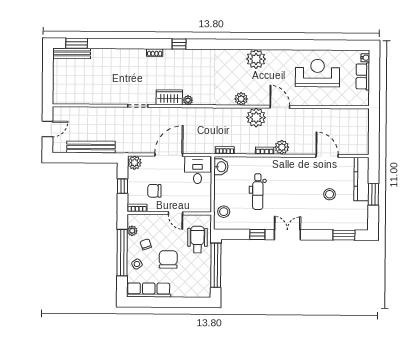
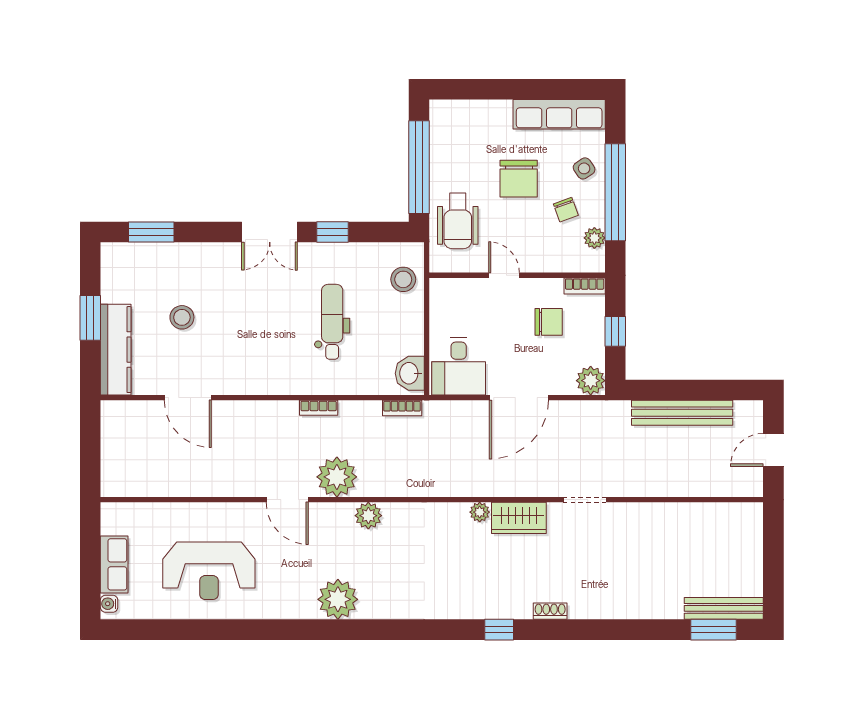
plant: (282, 147) -> (283, 415), removed

